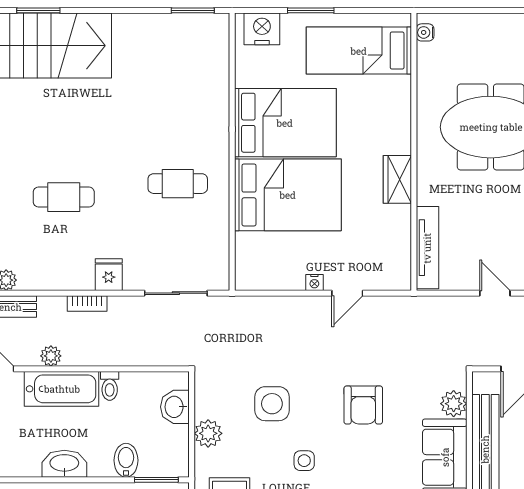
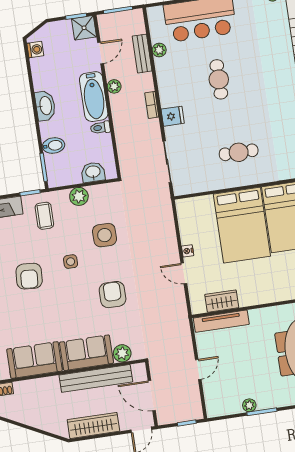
wardrobe: (397, 179) -> (222, 301), moved
cafe table: (178, 184) -> (239, 152), turned 90
armchair: (363, 405) -> (113, 295), turned 90

